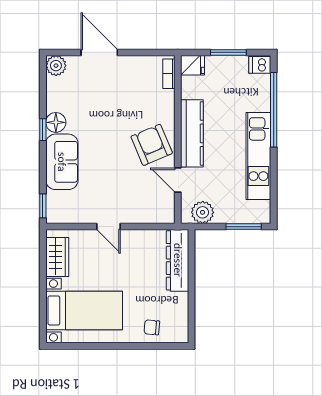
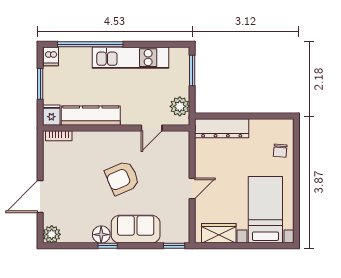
kitchen counter: (192, 133) -> (91, 116), moved
armchair: (152, 145) -> (122, 178), moved

